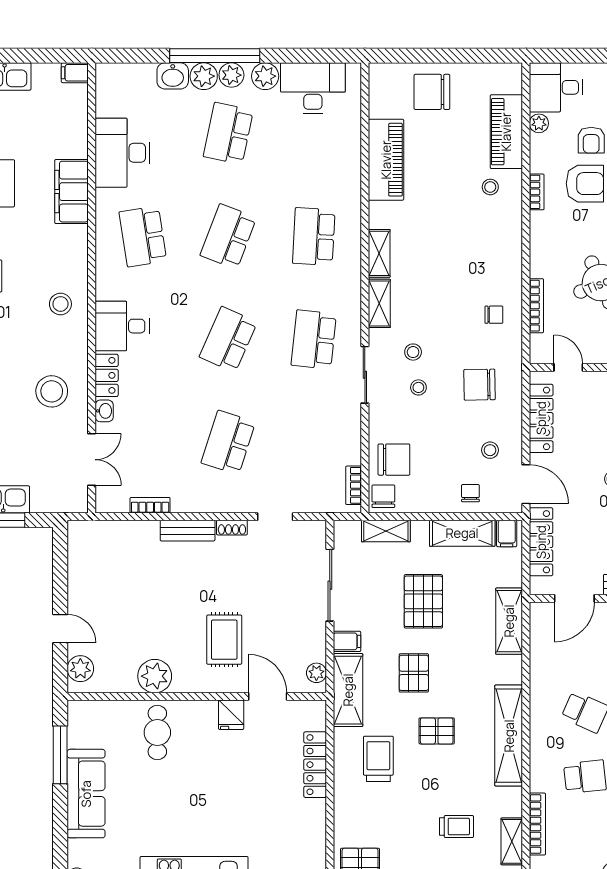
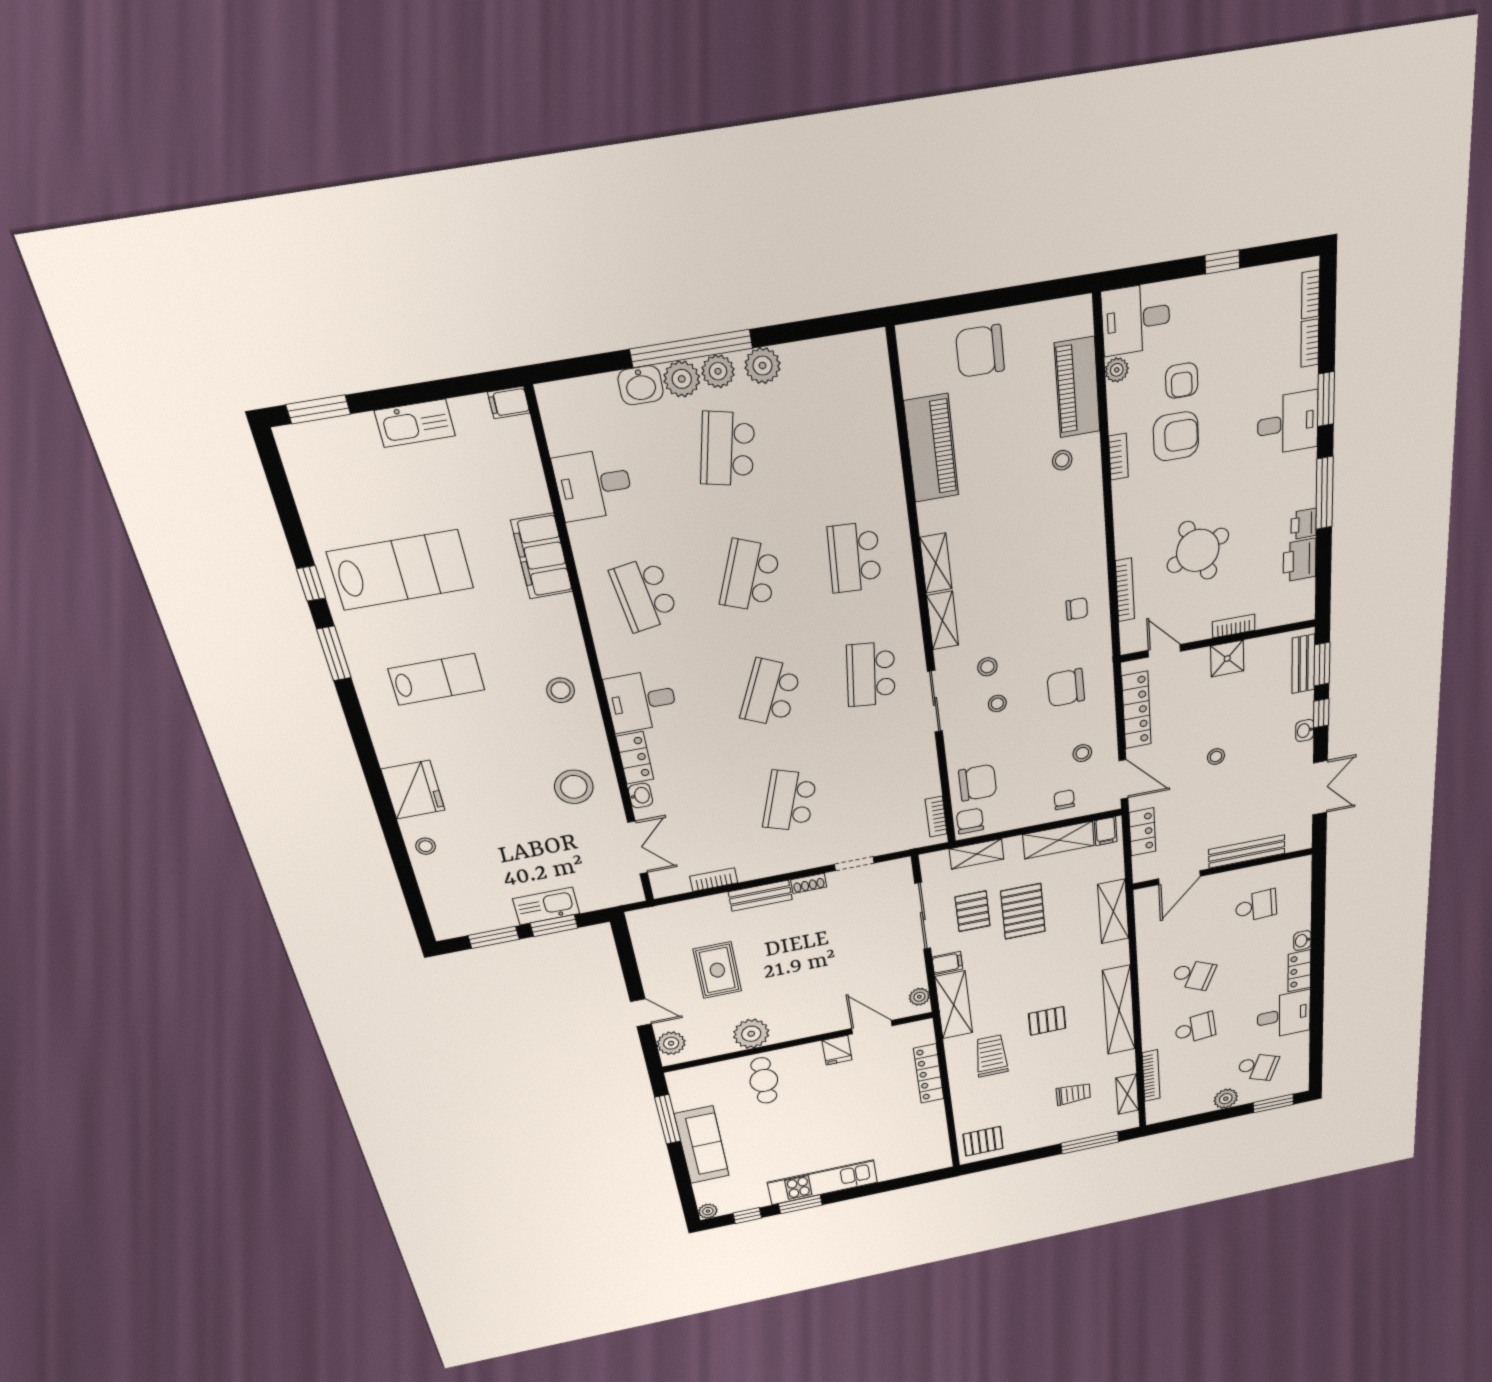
desk: (313, 88) -> (827, 371), removed
desk: (123, 153) -> (593, 485), width x0.73
locker: (541, 542) -> (1142, 832), width x0.66
rug: (224, 640) -> (717, 970), moved
pallet: (414, 673) -> (973, 911), moved

